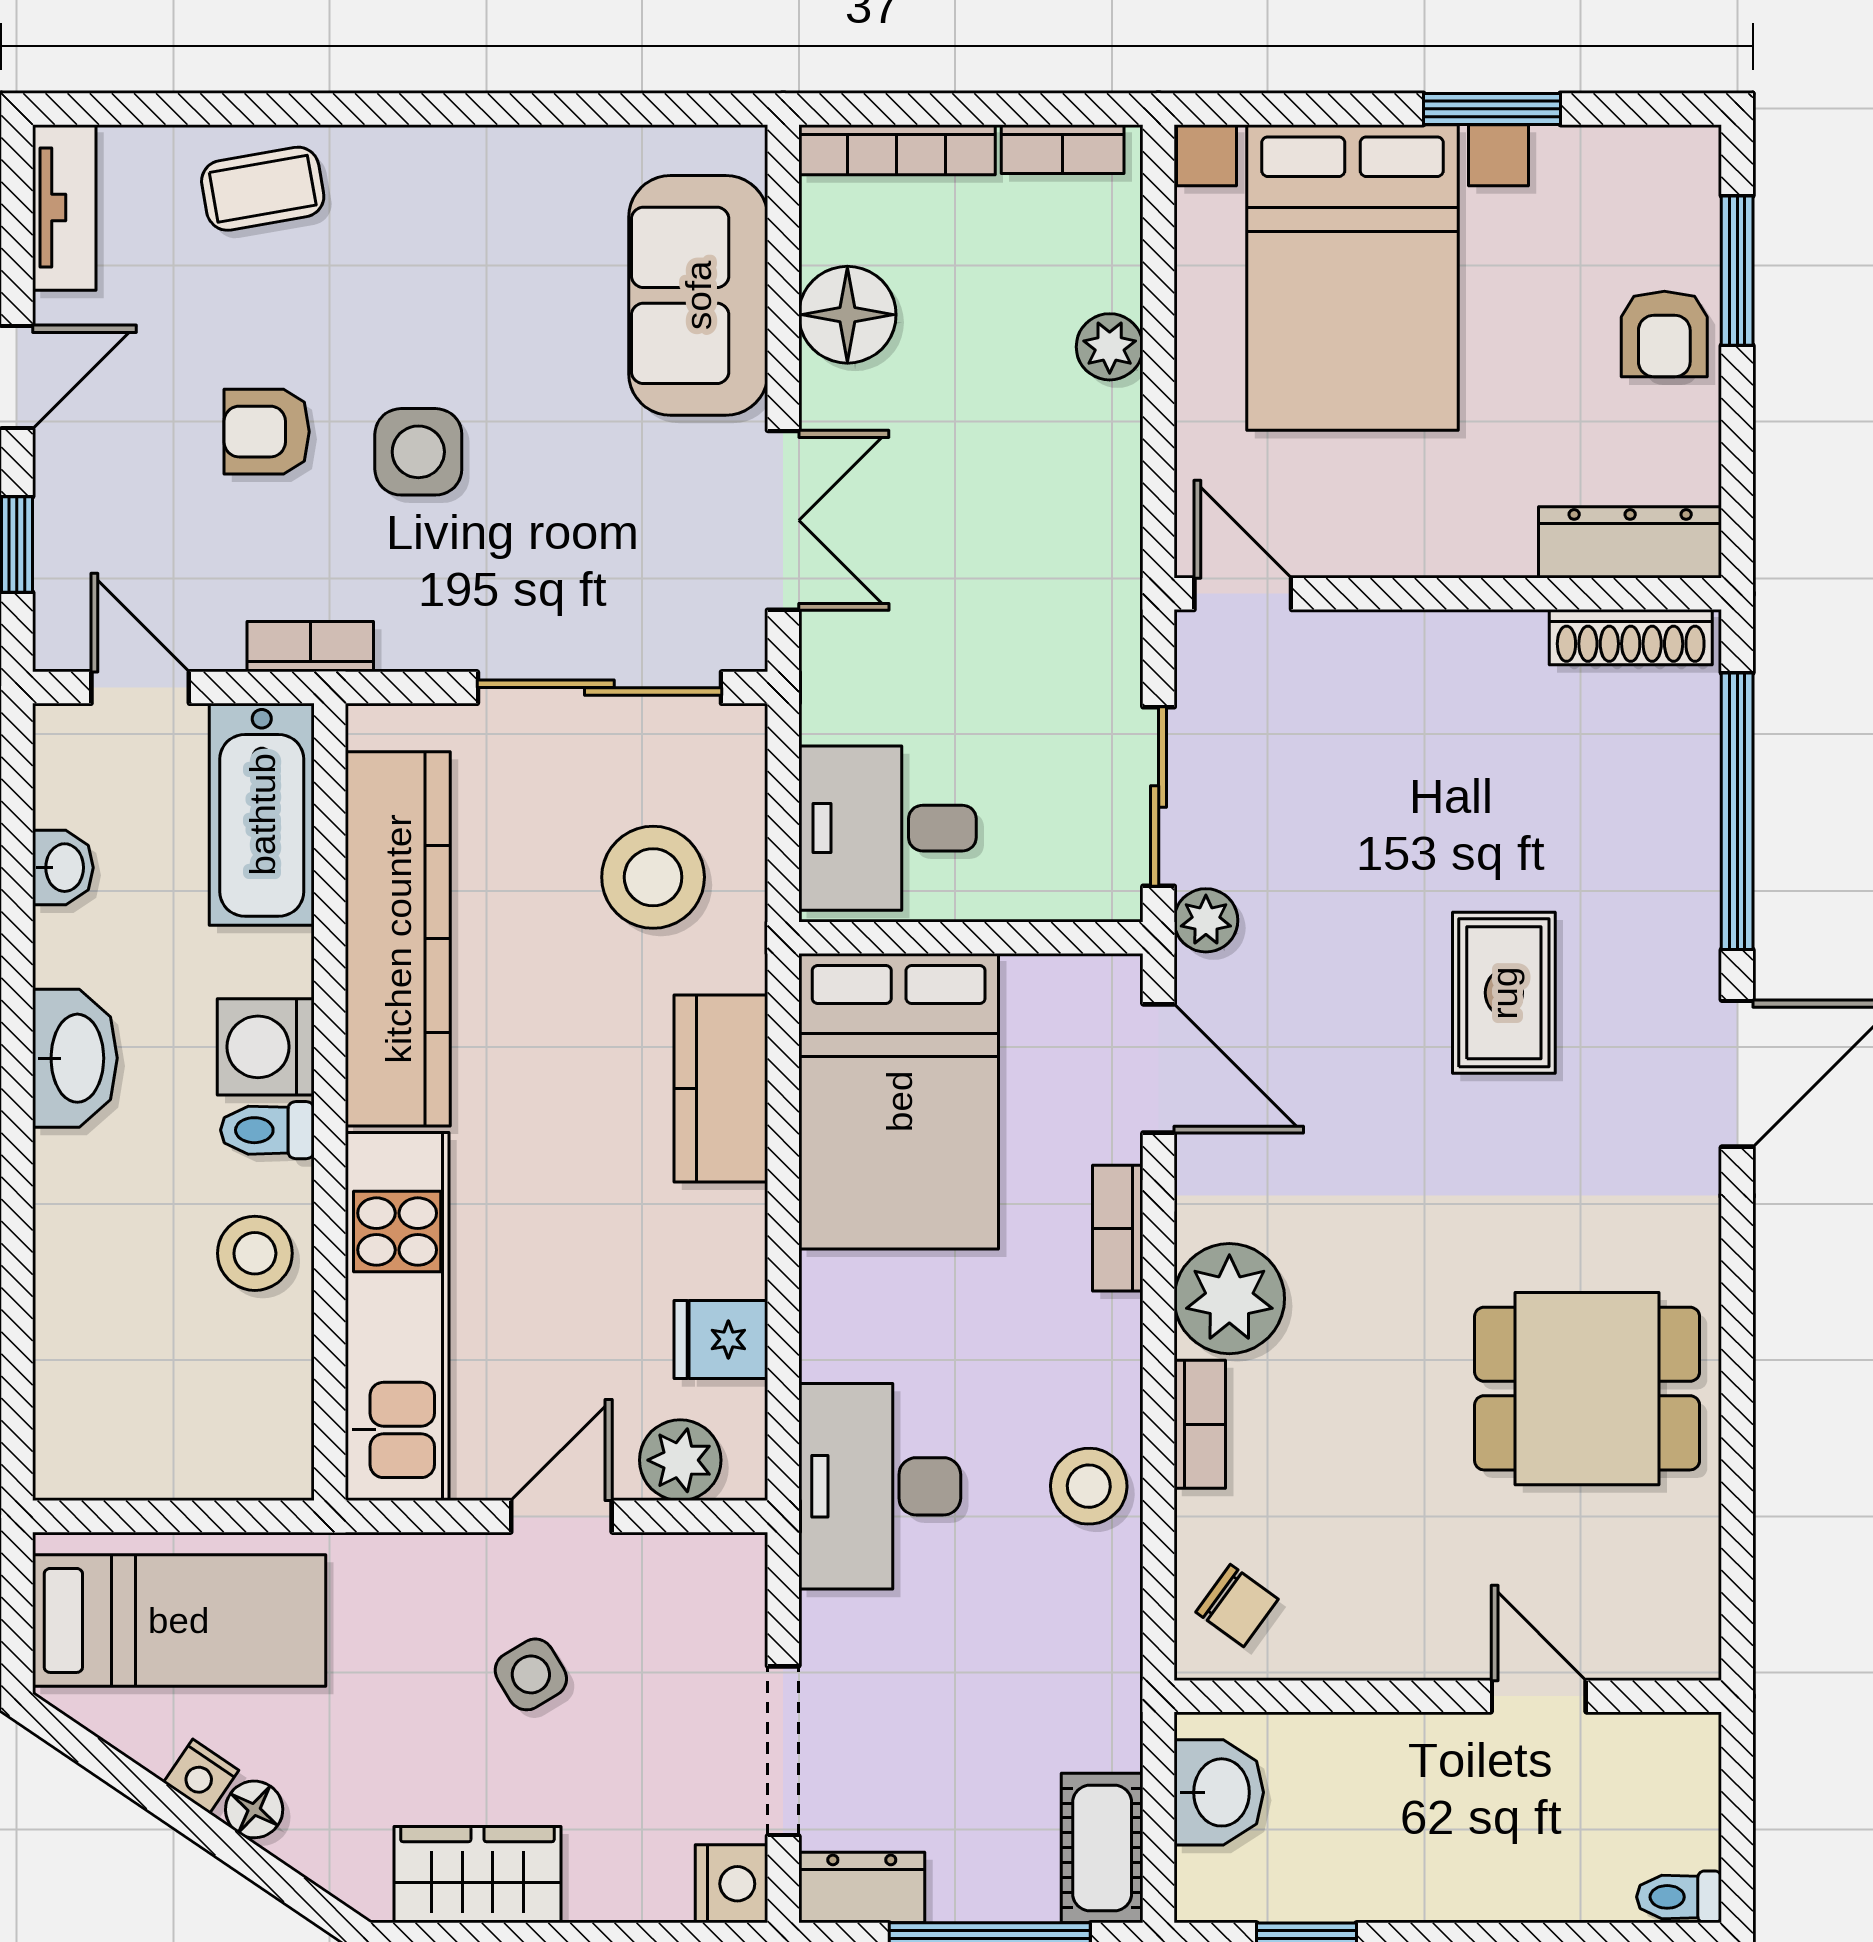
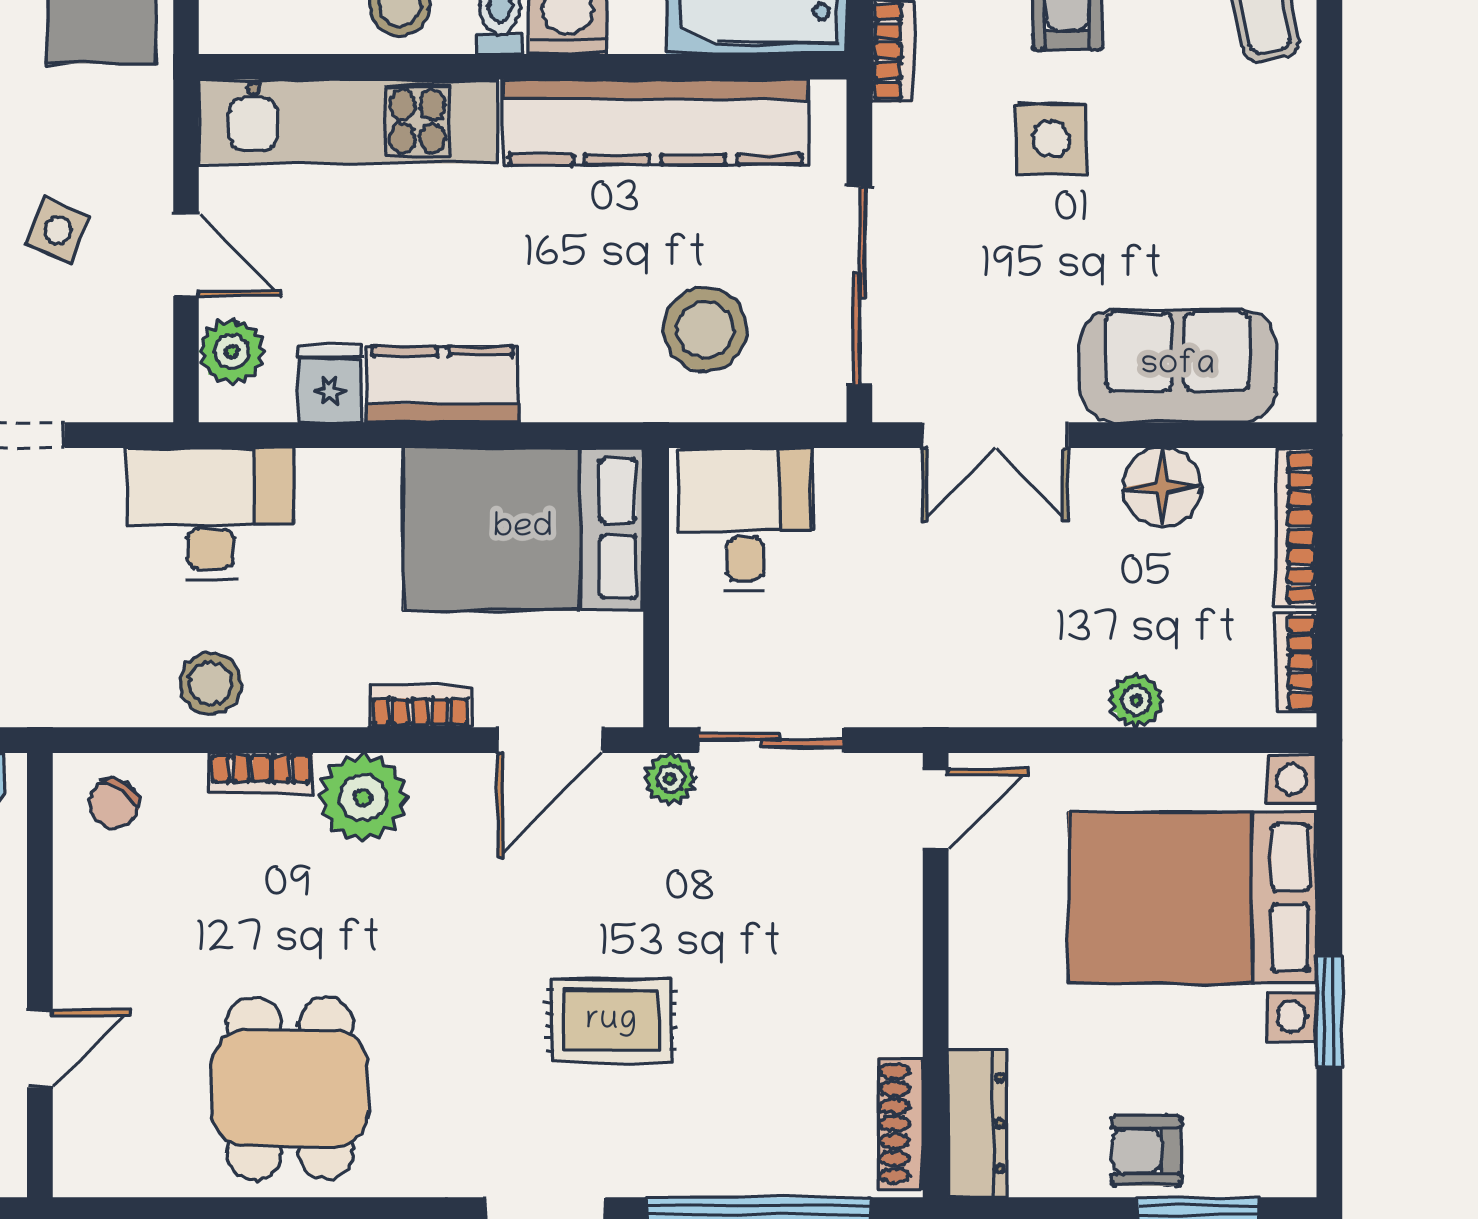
kitchen counter: (721, 1089) -> (443, 384), moved
side table: (531, 1674) -> (58, 230), turned -37

